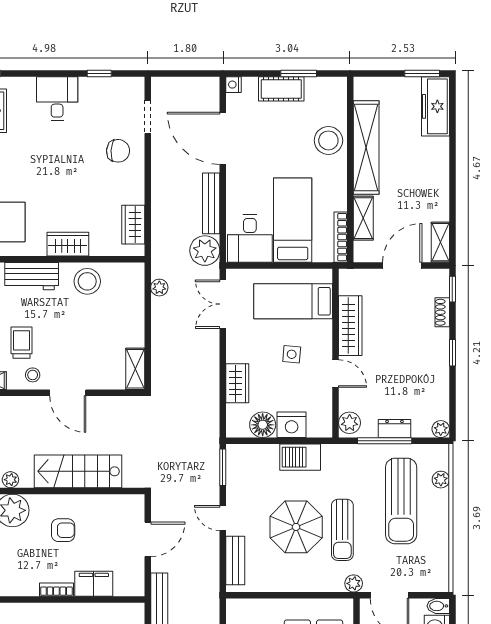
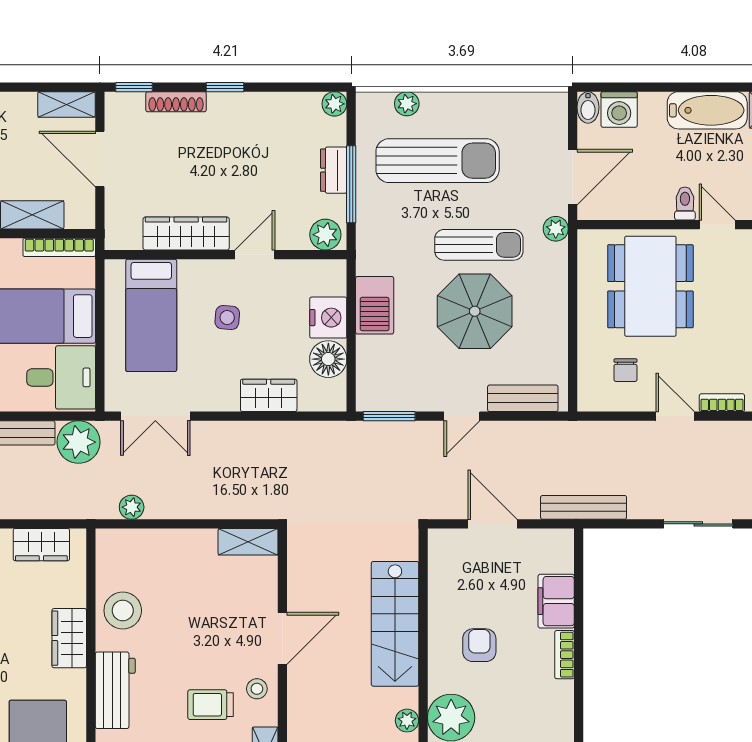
shoe rack: (442, 312) -> (176, 102), width x1.43

